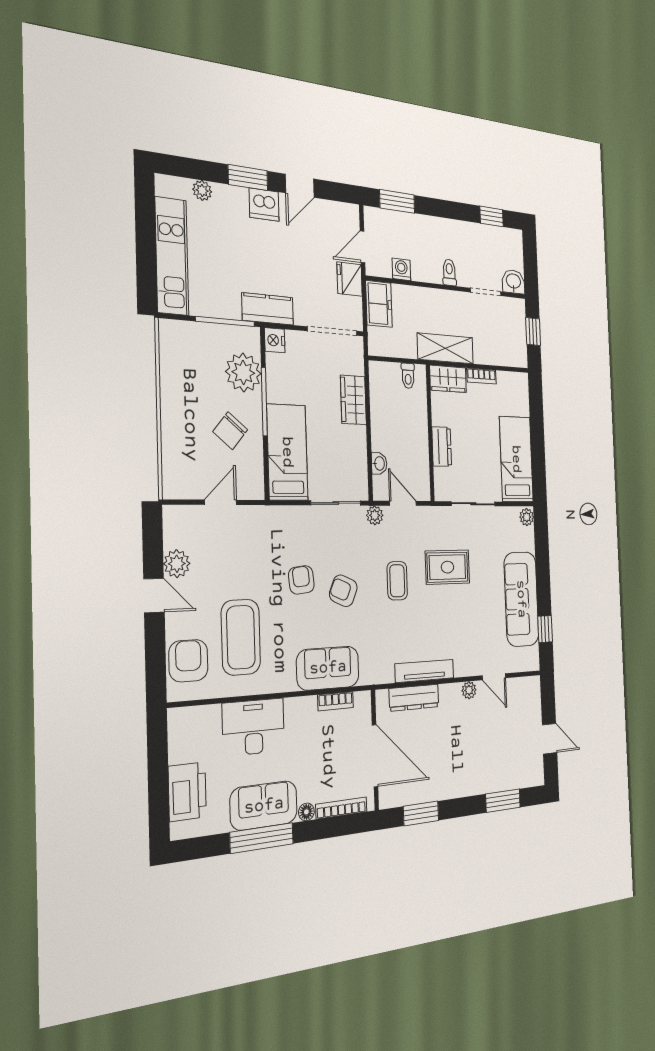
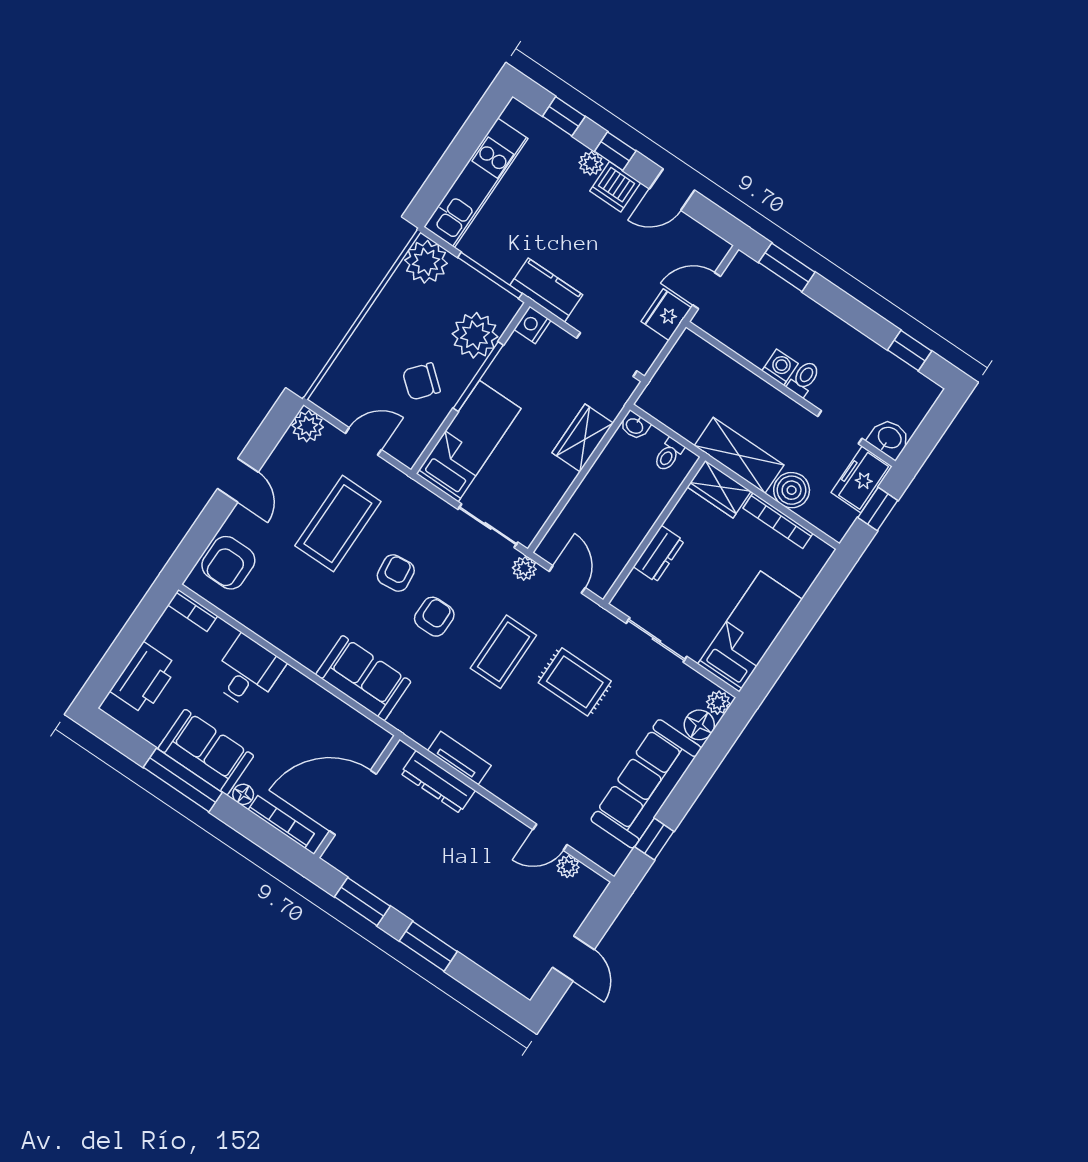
window: (199, 170) -> (564, 116), added
window: (248, 178) -> (615, 151), width x0.67
plant: (202, 190) -> (591, 163), moved
washing machine: (401, 269) -> (780, 367), moved
freezer: (379, 304) -> (862, 479), moved, turned 180
plant: (176, 339) -> (426, 262), added
boiler: (485, 351) -> (792, 490), added
bookcase: (481, 376) -> (778, 521), width x1.56
washbasin: (379, 463) -> (635, 426), moved, turned 90
floor lamp: (526, 539) -> (699, 725), added
plant: (177, 564) -> (308, 426), moved
coffee table: (397, 581) -> (503, 652), width x1.36, depth x1.30
armchair: (343, 591) -> (434, 617), turned 66
coffee table: (241, 637) -> (338, 524), moved
armchair: (188, 661) -> (228, 563), turned 180
tv unit: (425, 671) -> (459, 758), width x0.71
door: (494, 677) -> (550, 837), hinge flipped
plant: (469, 690) -> (568, 866), moved
bookcase: (336, 701) -> (193, 610), moved
desk: (254, 727) -> (248, 672), width x0.73
door: (375, 756) -> (353, 803), swing flipped
window: (503, 801) -> (428, 946), moved

